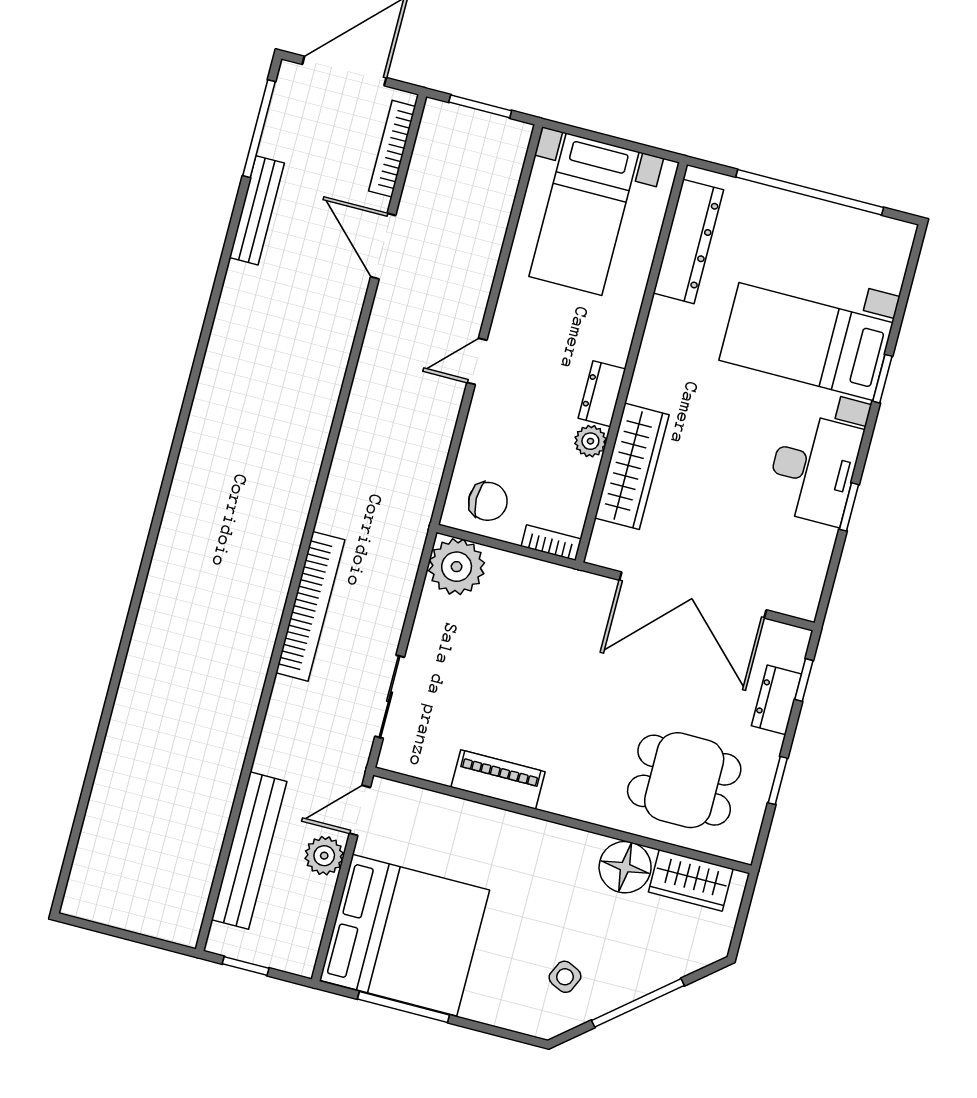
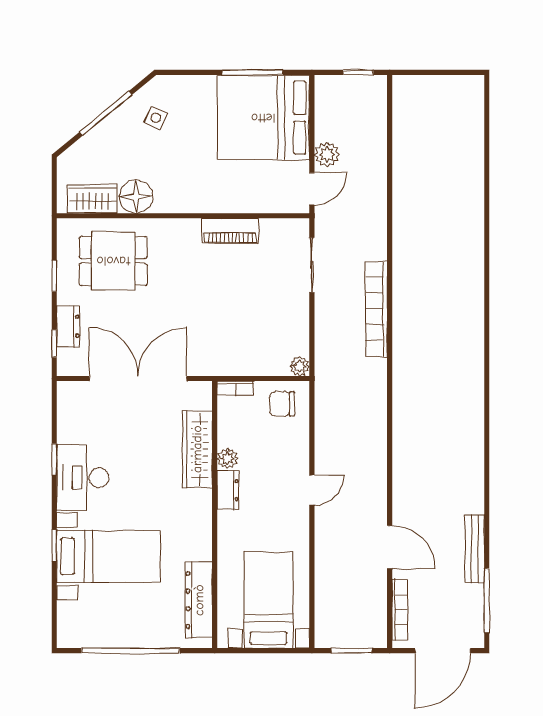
plant: (457, 567) -> (300, 366), width x0.53, depth x0.53
bench: (249, 851) -> (375, 145), removed

